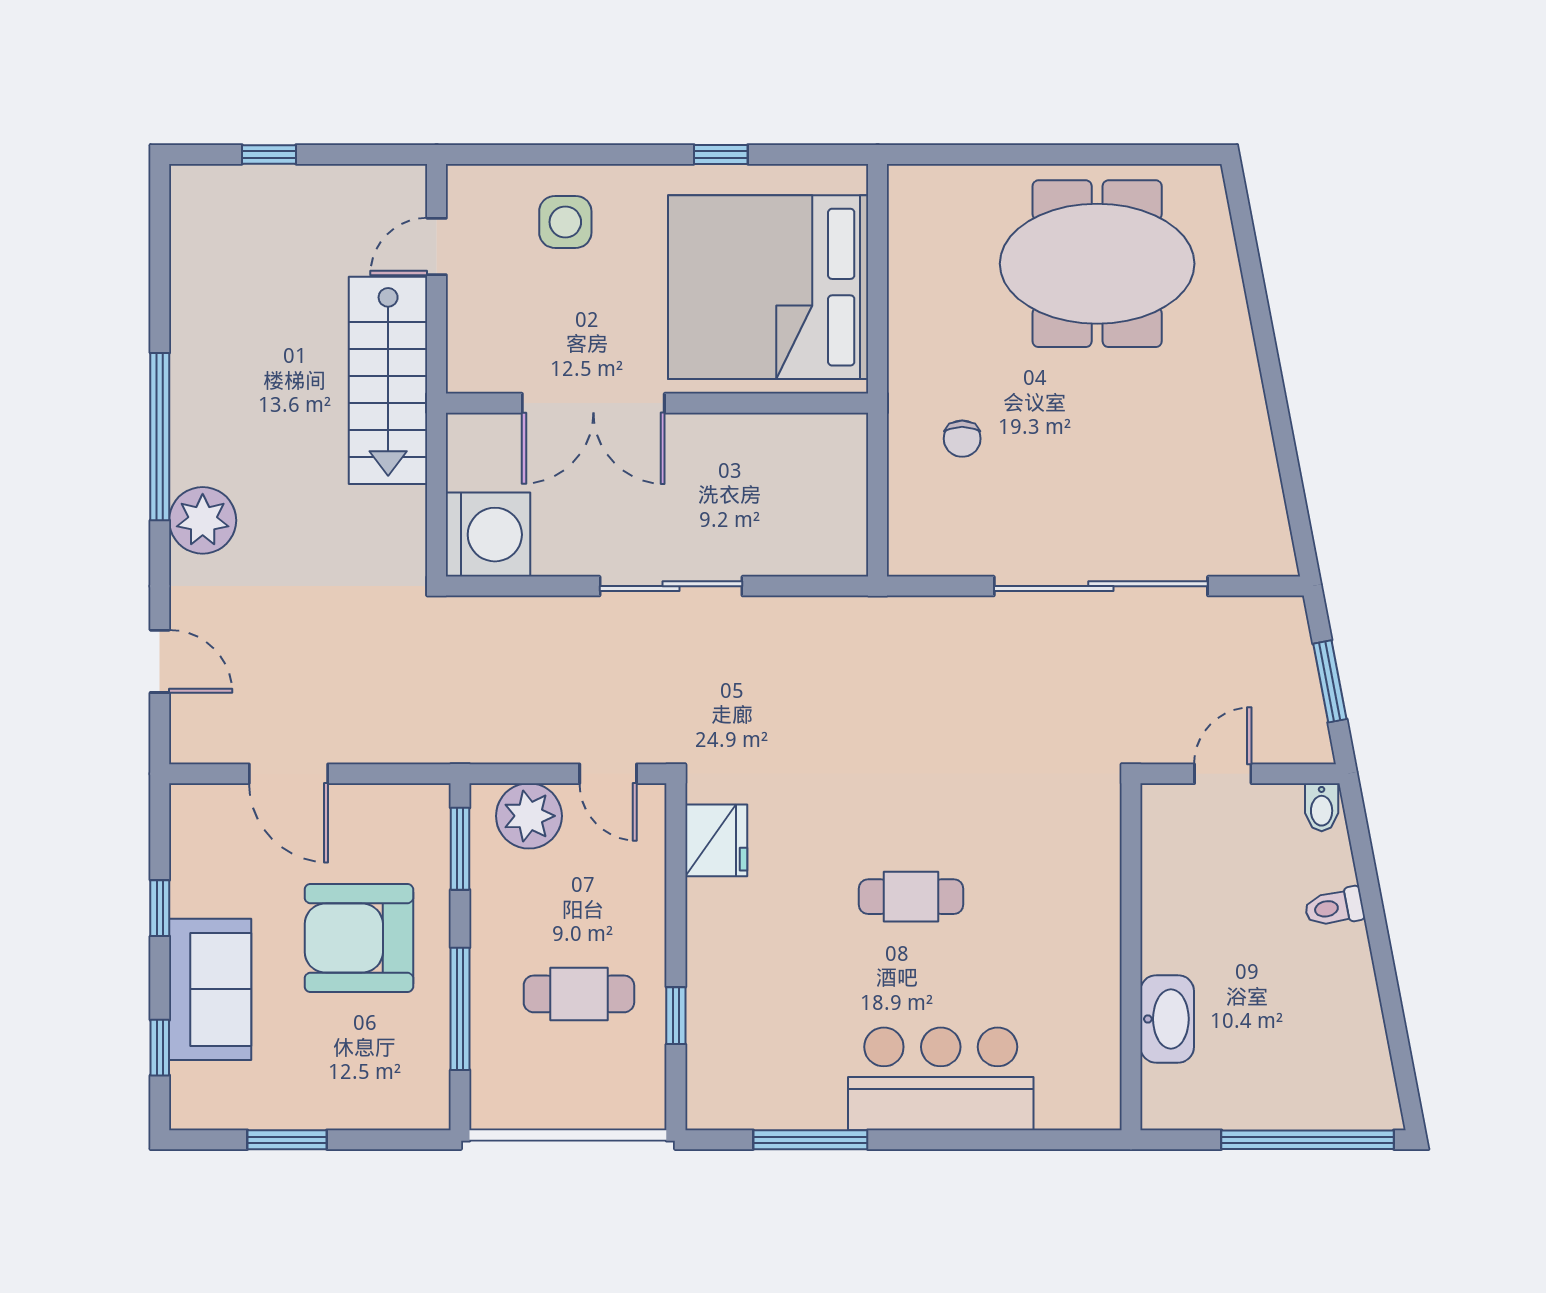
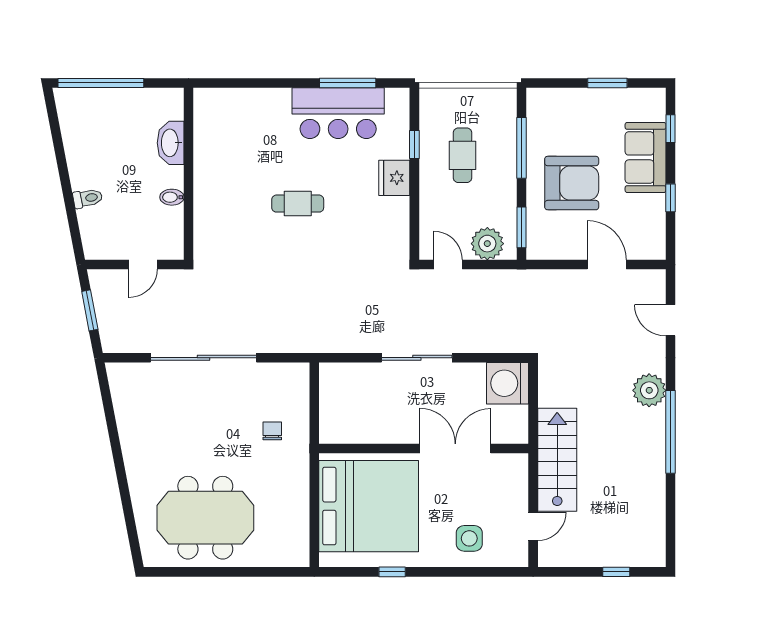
bidet: (1322, 807) -> (172, 197), moved, turned -90
fridge: (716, 840) -> (394, 178), moved
cafe table: (579, 994) -> (462, 155), turned 90
bar counter: (941, 1079) -> (338, 113), moved

